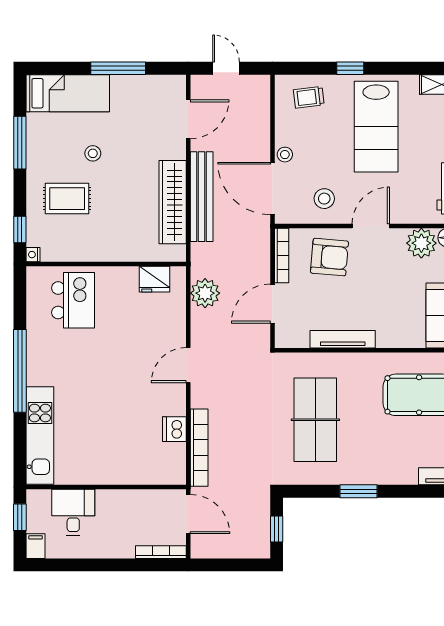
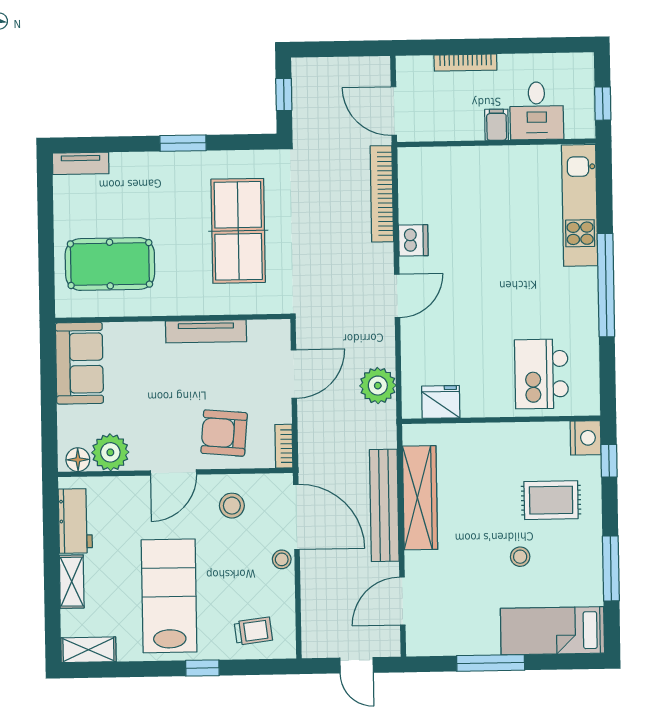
nightstand: (33, 255) -> (586, 438), width x1.89, depth x1.79
bookcase: (282, 256) -> (284, 446), width x0.64
dishwasher: (174, 429) -> (413, 240), moved
filing cabinet: (36, 546) -> (497, 125), moved, turned 180
bookcase: (161, 552) -> (465, 63), moved

